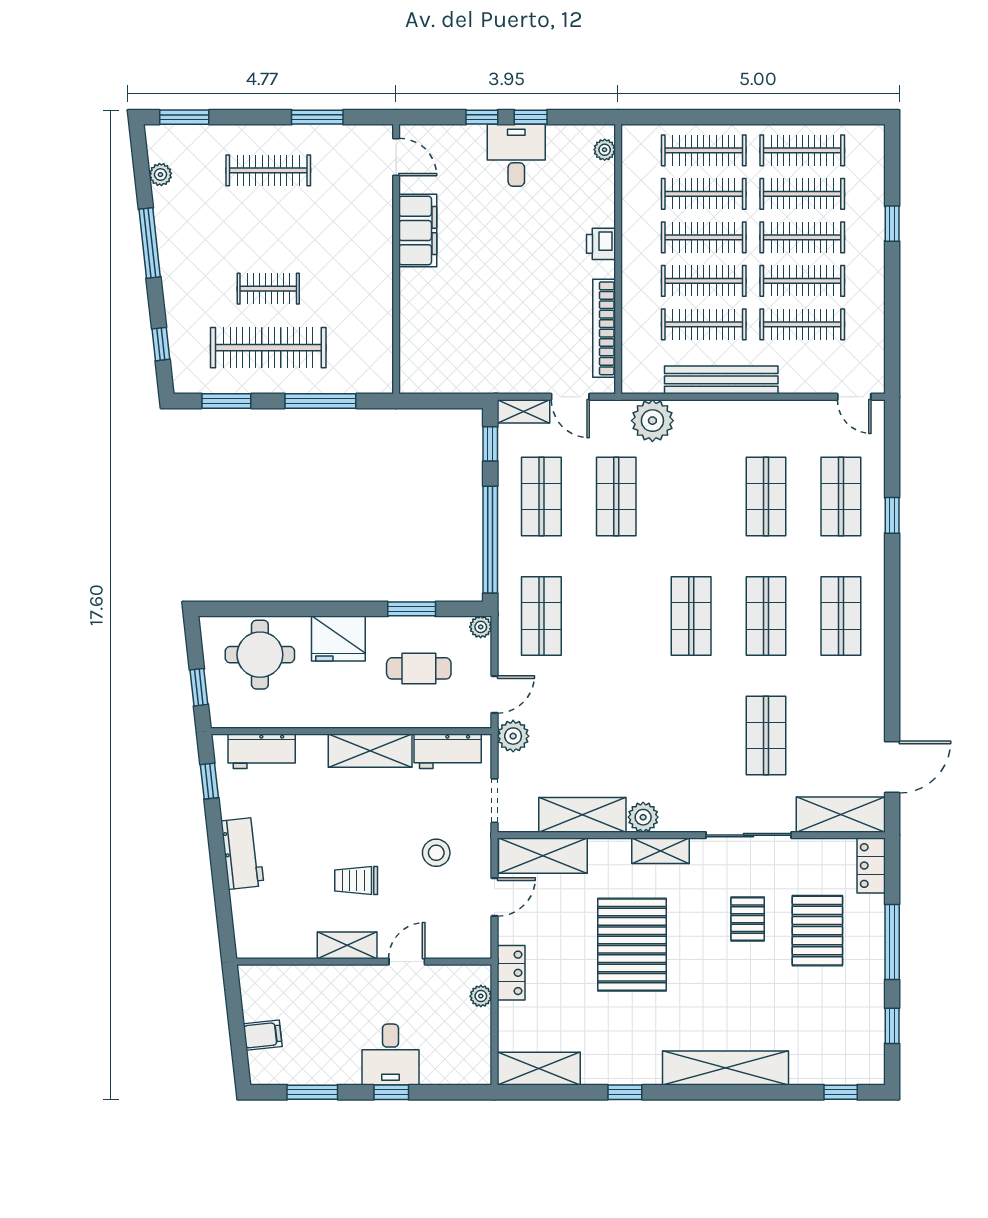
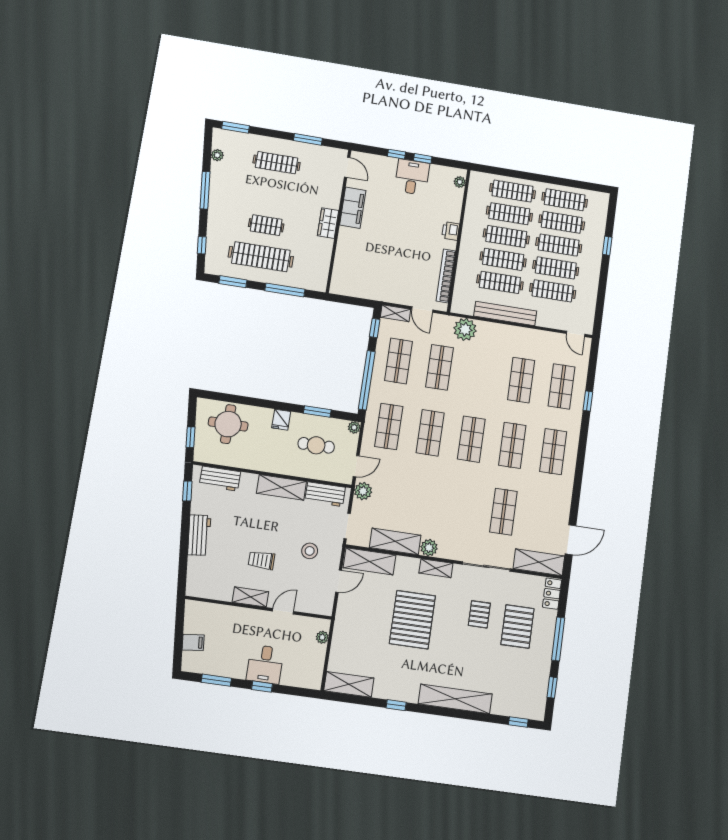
wardrobe: (378, 267) -> (328, 223), added
shop shelf: (616, 616) -> (430, 433), added
fridge: (338, 639) -> (281, 420), width x0.53, depth x0.75
locker: (511, 973) -> (342, 626), removed

